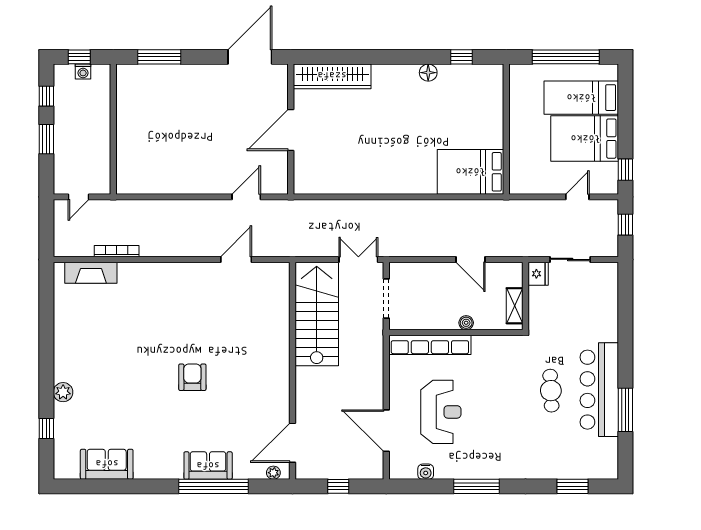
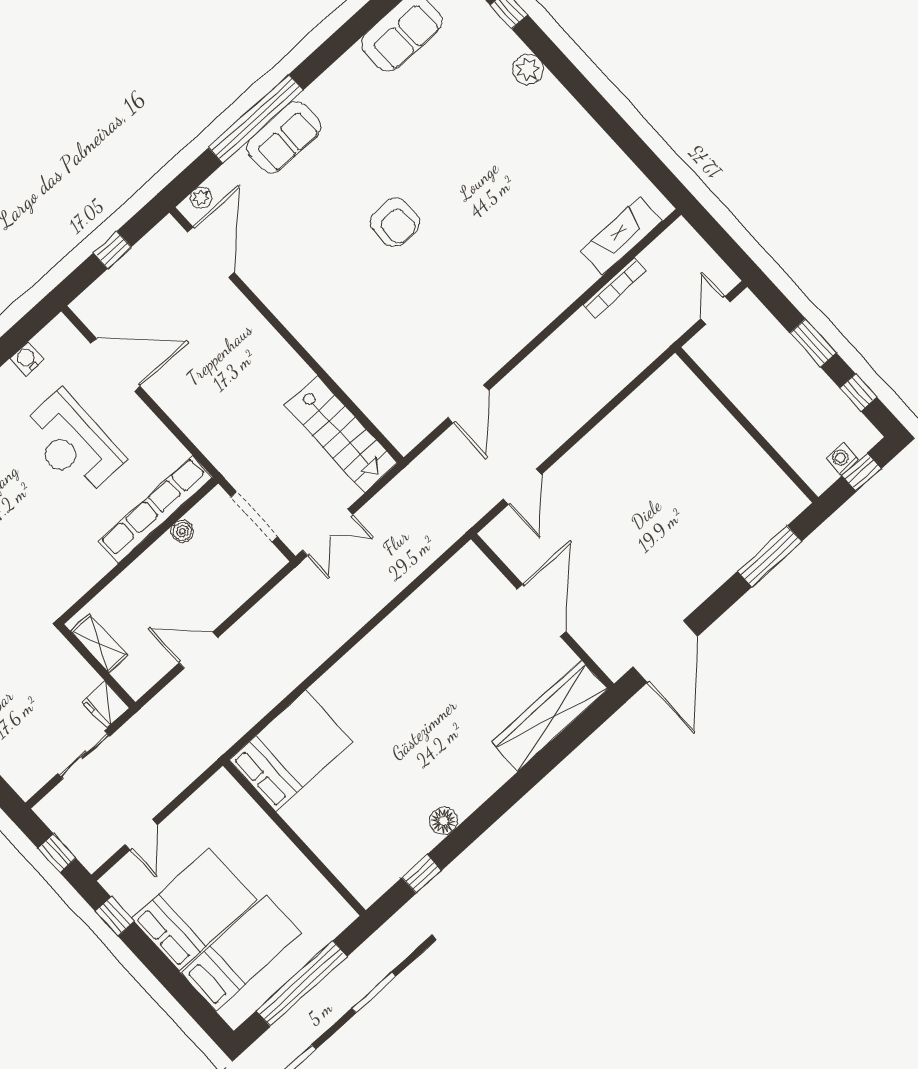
stairs: (317, 314) -> (341, 434), width x0.73, depth x0.66
boiler: (466, 323) -> (182, 531), moved

